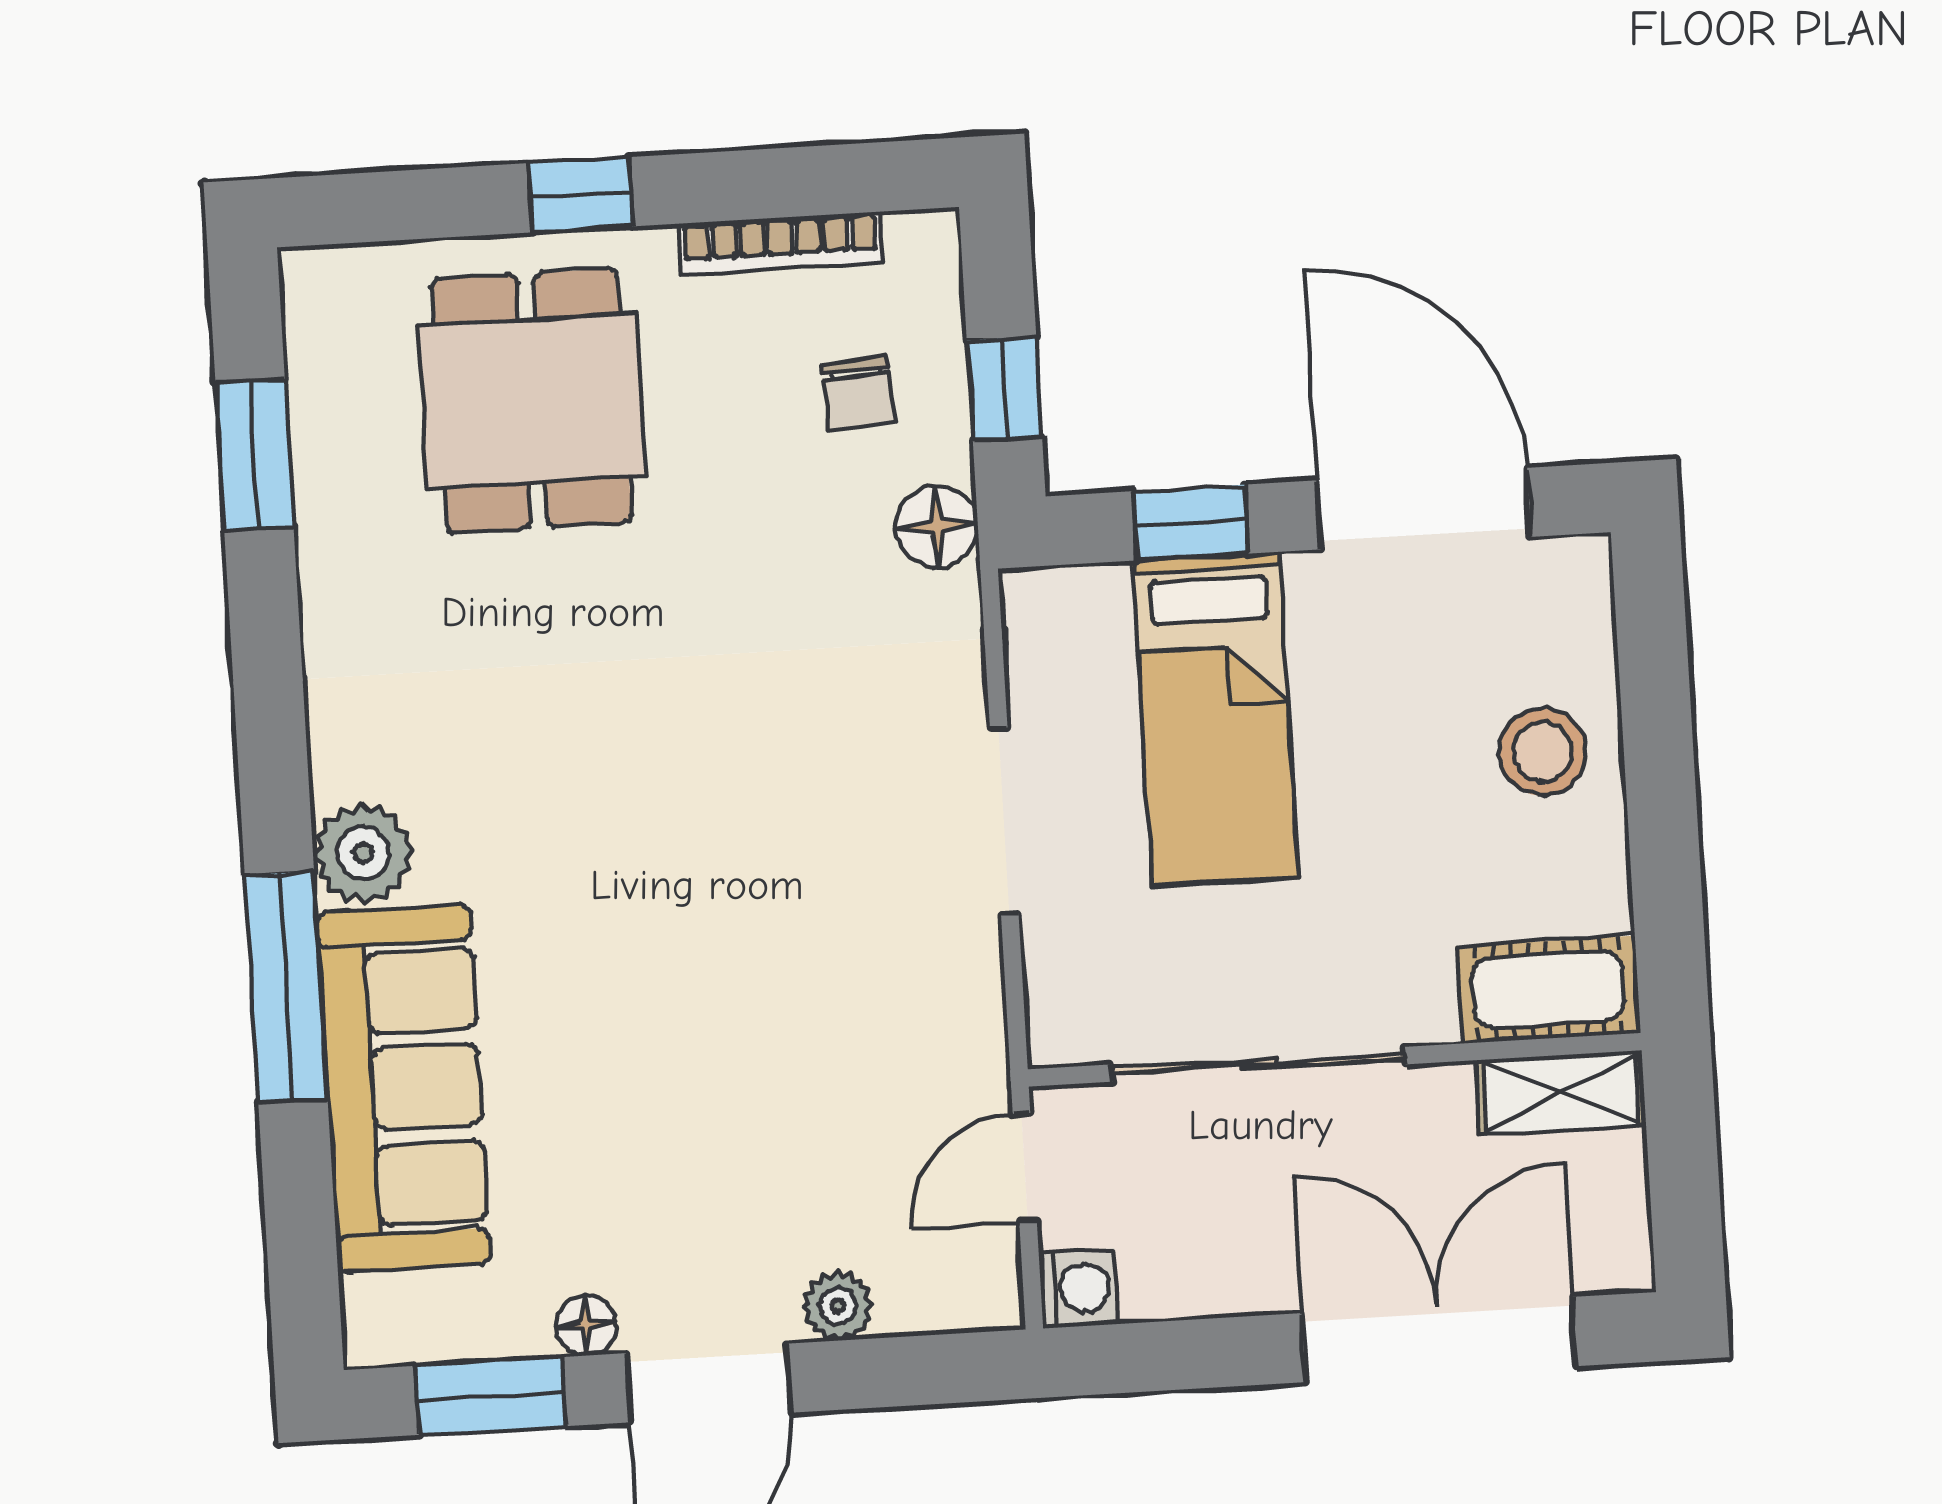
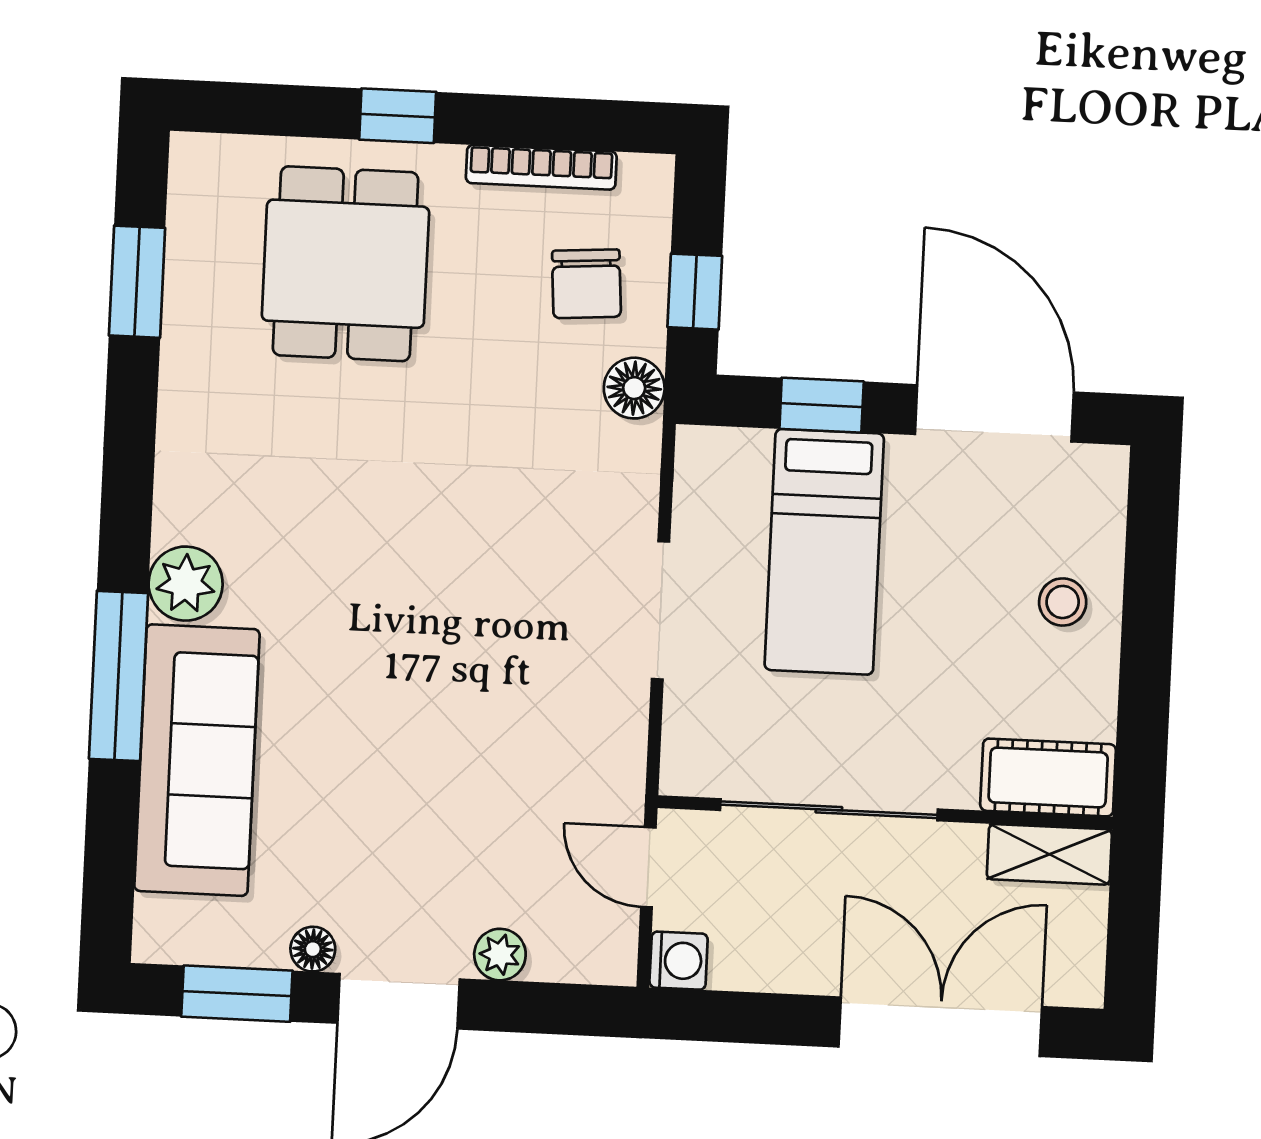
chair: (858, 393) -> (586, 284), width x1.37, depth x1.37
stool: (1543, 752) -> (1063, 602), width x0.73, depth x0.73
door: (1025, 1167) -> (648, 867), hinge flipped

